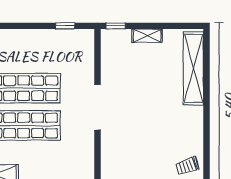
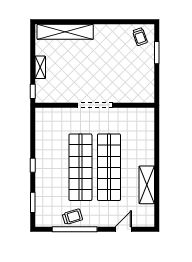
window: (65, 26) -> (33, 165), moved

